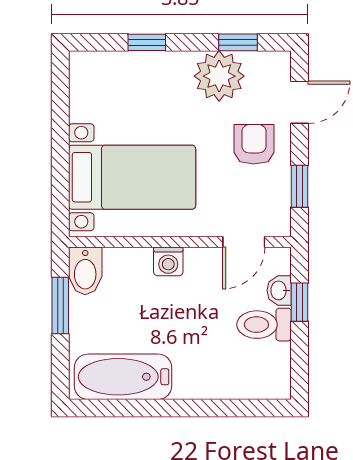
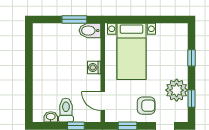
washbasin: (279, 290) -> (51, 117), moved
bathtub: (123, 377) -> (43, 47), removed

